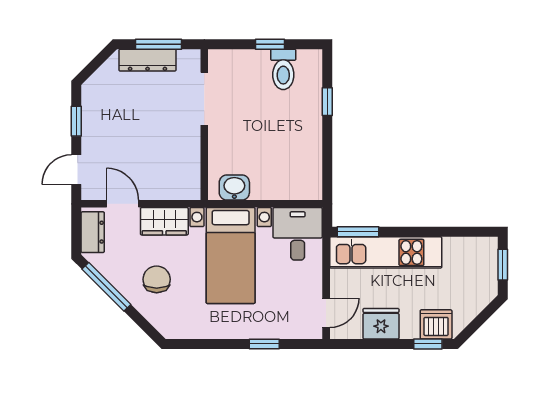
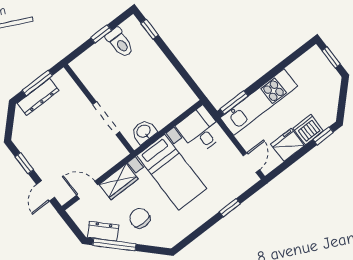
doorway: (204, 99) -> (106, 118), moved
window: (327, 102) -> (150, 29), moved
dresser: (93, 232) -> (103, 231), moved, turned -45
dishwasher: (436, 324) -> (308, 130), moved

